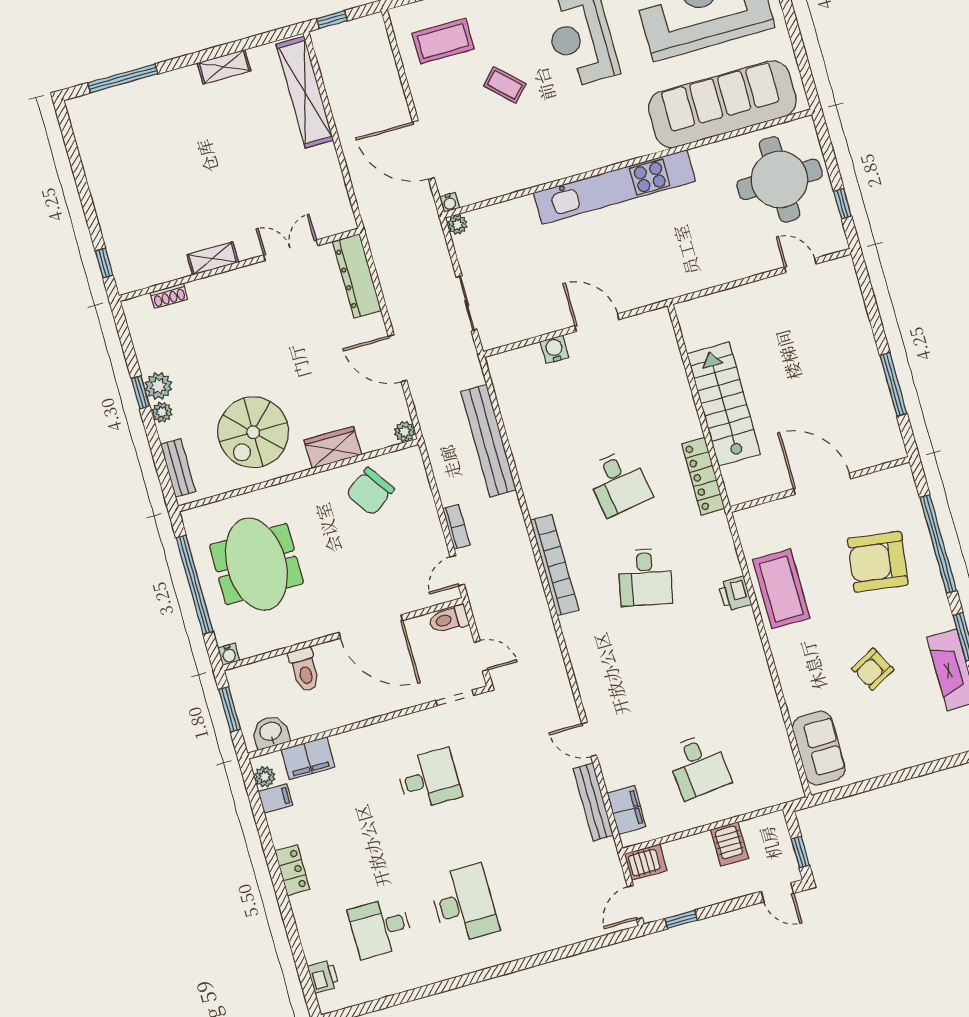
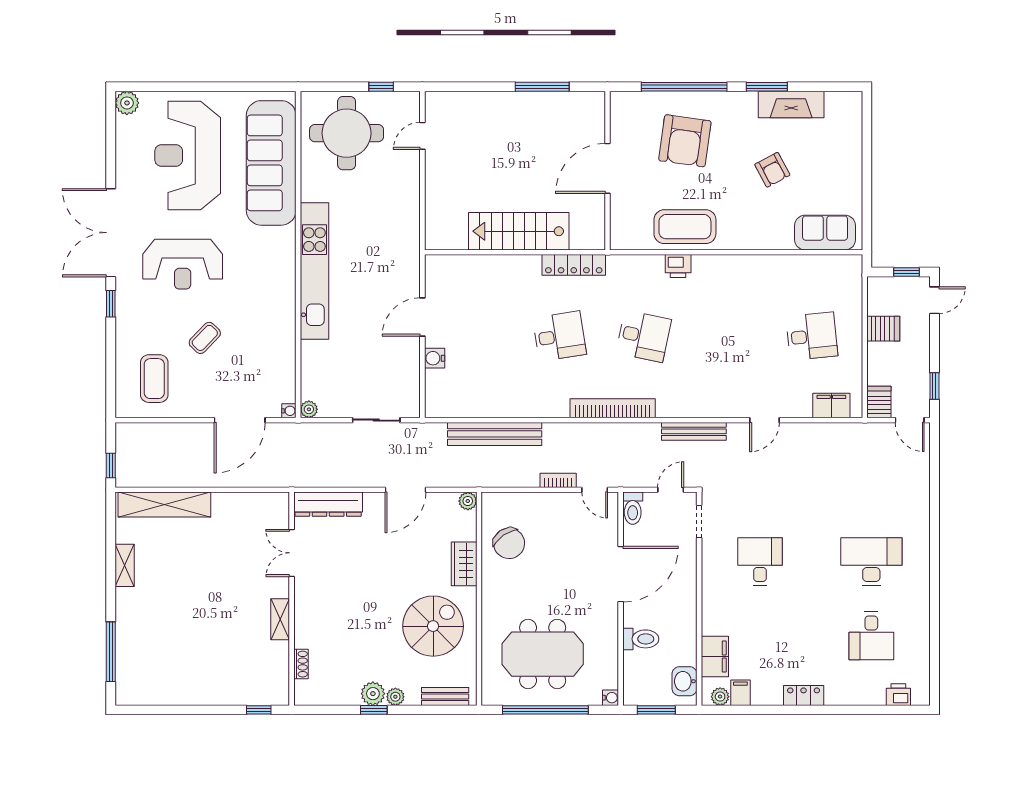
spiral stairs: (253, 432) -> (433, 626), turned -90
bench: (593, 802) -> (694, 431), moved

